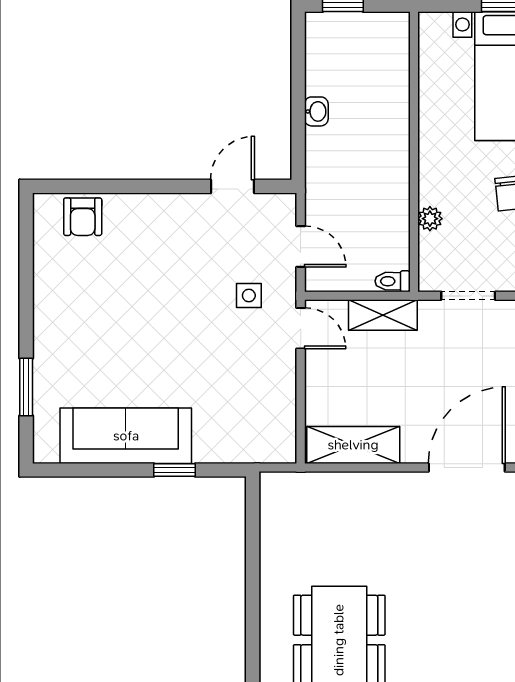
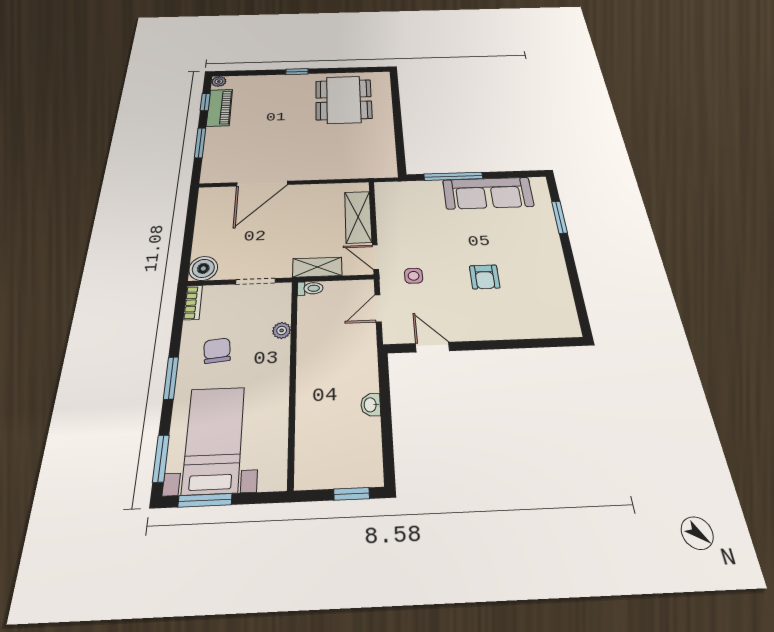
door: (232, 186) -> (432, 347), swing flipped
armchair: (83, 217) -> (485, 277), moved, turned 180
door: (301, 247) -> (378, 308), hinge flipped
shelving: (353, 445) -> (358, 217), moved, turned 90
window: (175, 470) -> (453, 176), width x2.17

